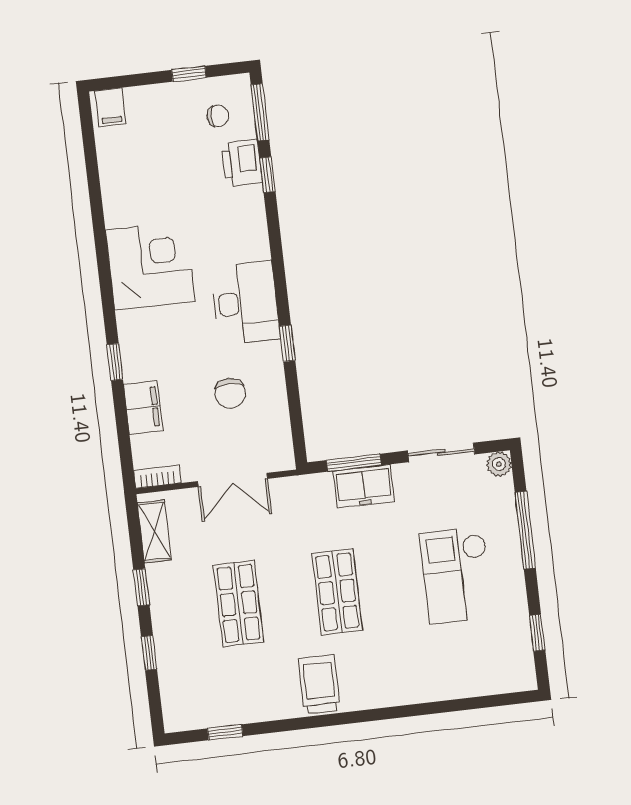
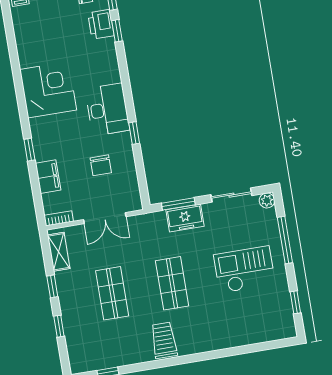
checkout: (457, 575) -> (244, 270), turned 90

